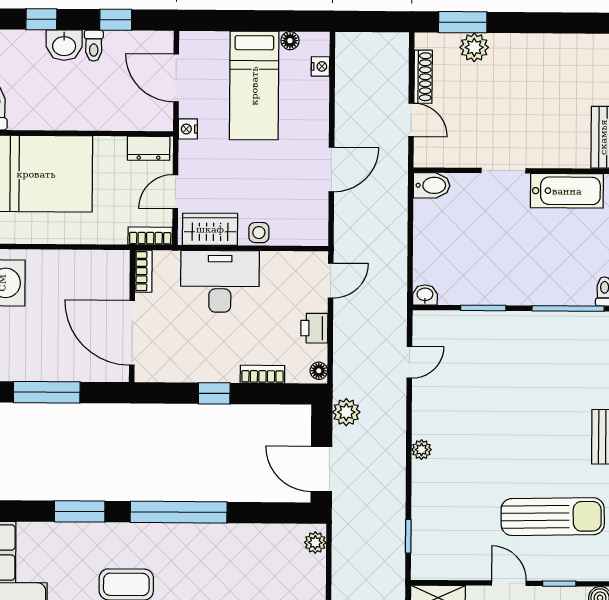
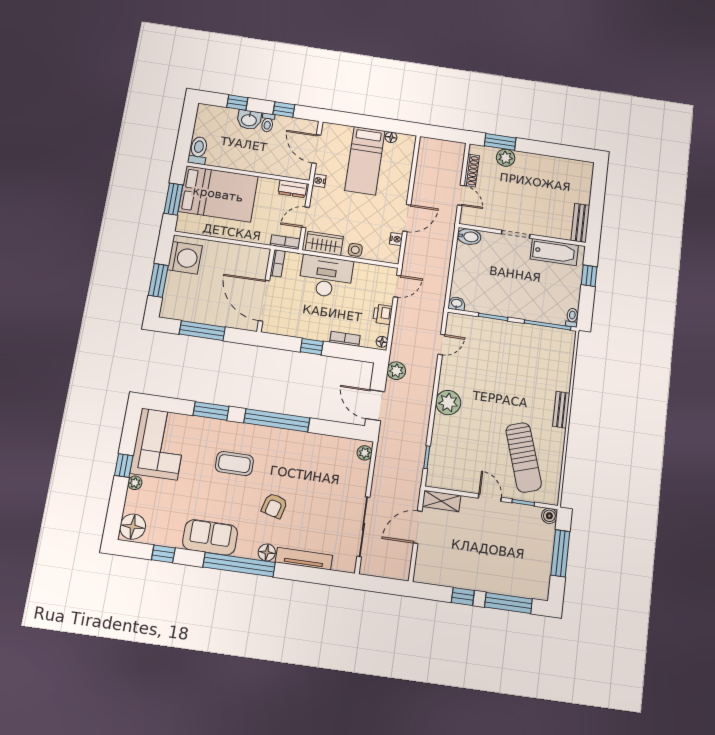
nightstand: (320, 66) -> (396, 239), moved
plant: (421, 450) -> (448, 403), width x1.88, depth x1.88
sun lounger: (553, 517) -> (524, 457), turned 73

